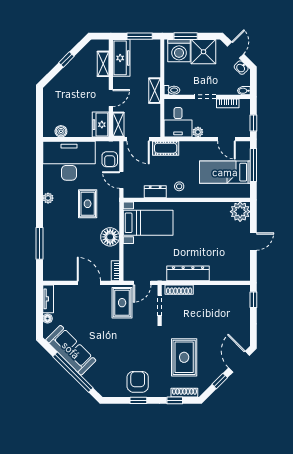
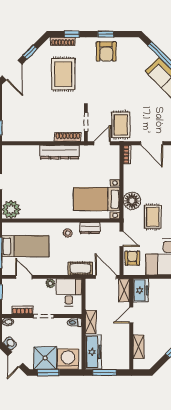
window: (186, 36) -> (48, 372), moved
freezer: (121, 58) -> (93, 352), moved, turned 180
floor lamp: (110, 237) -> (132, 201), moved

